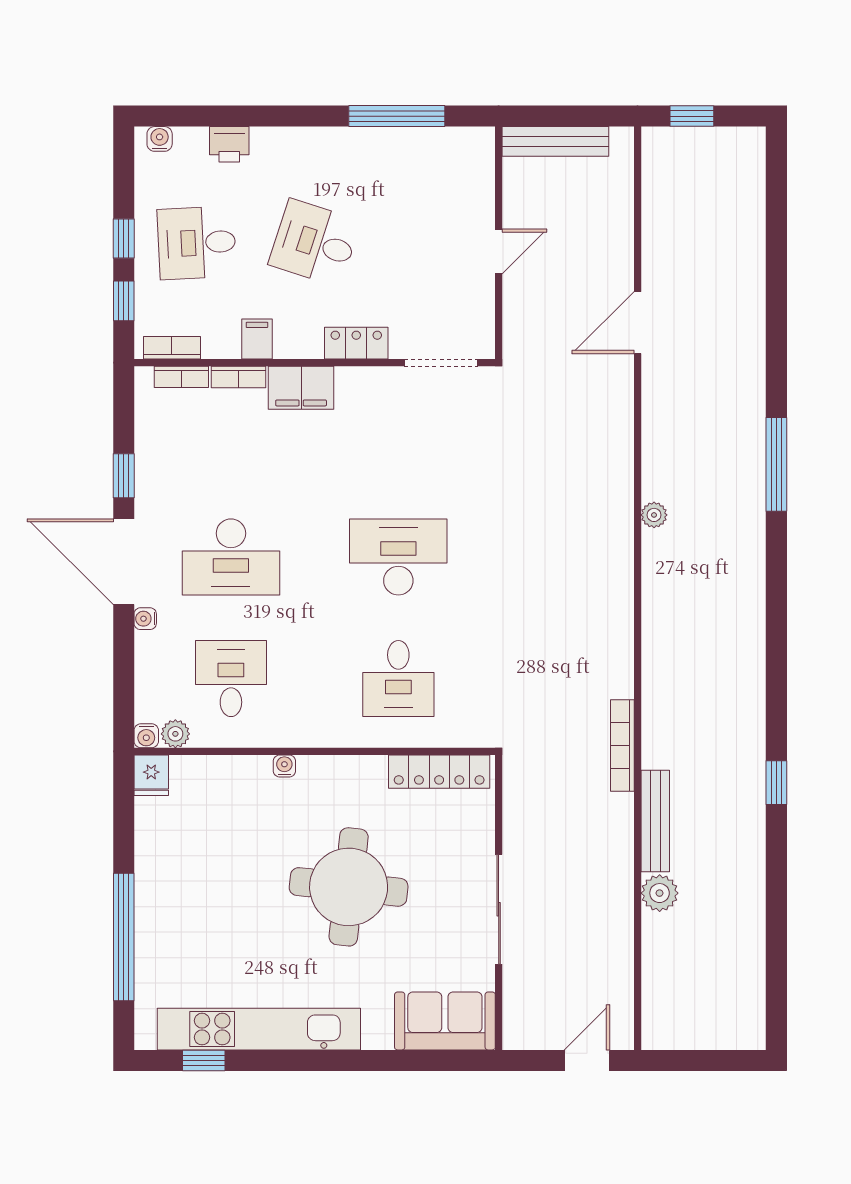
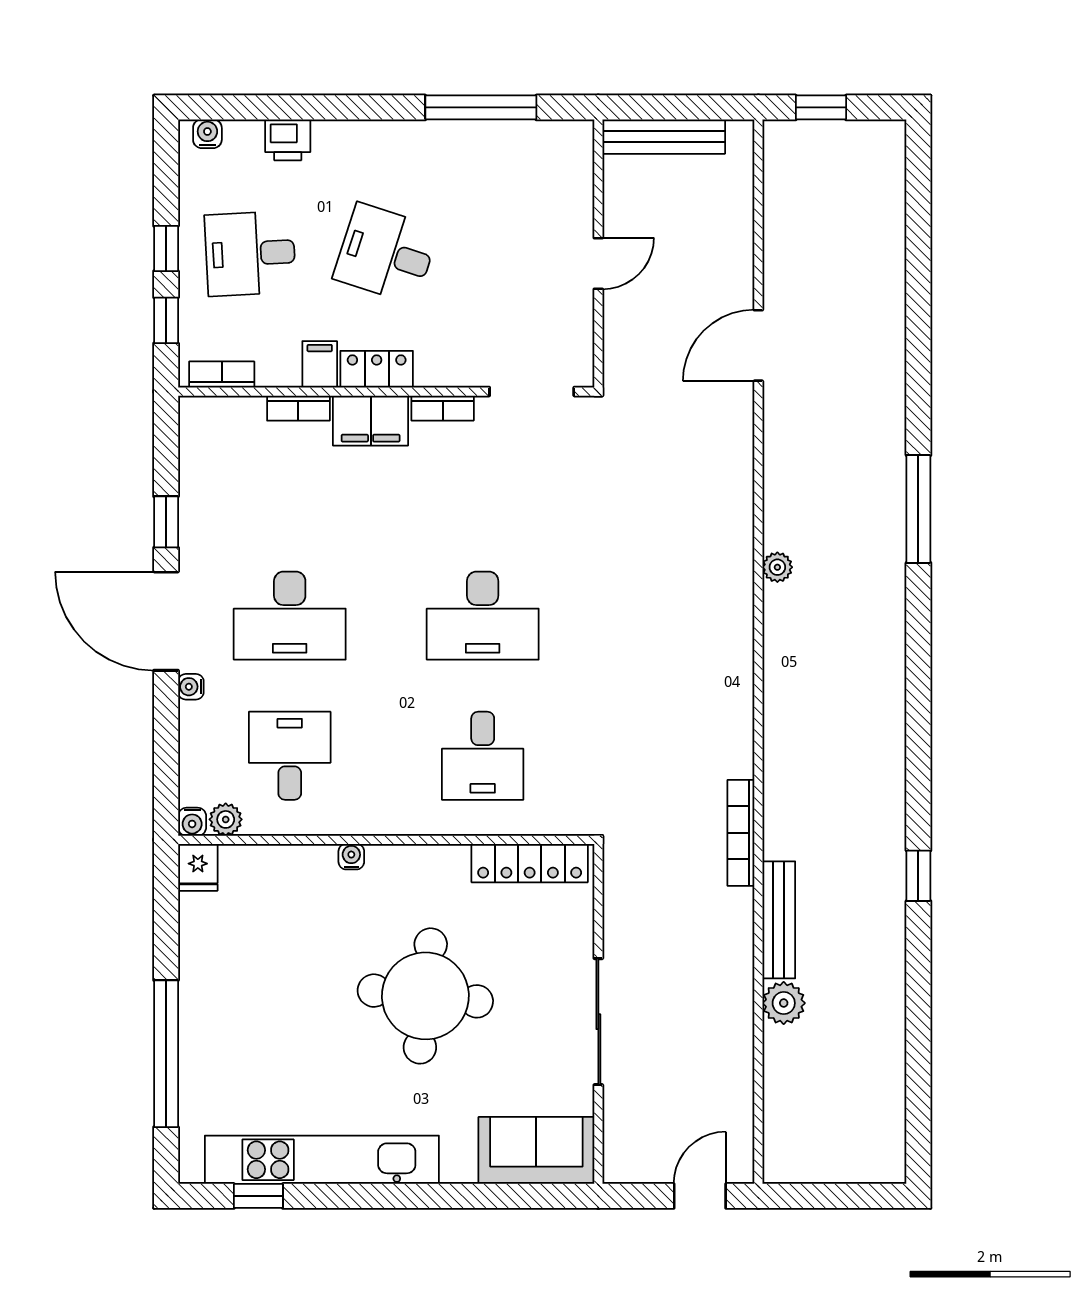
locker: (356, 343) -> (377, 369), moved
bookcase: (181, 377) -> (443, 408), moved
desk: (398, 557) -> (483, 616), turned 180

